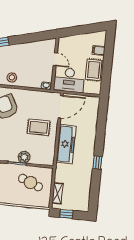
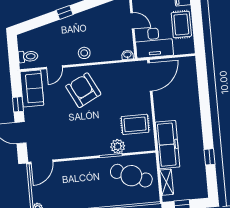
rug: (39, 127) -> (135, 124), moved
freezer: (66, 144) -> (167, 145), moved
window: (97, 163) -> (209, 157), moved
cafe table: (30, 183) -> (131, 176), width x1.37, depth x1.35

